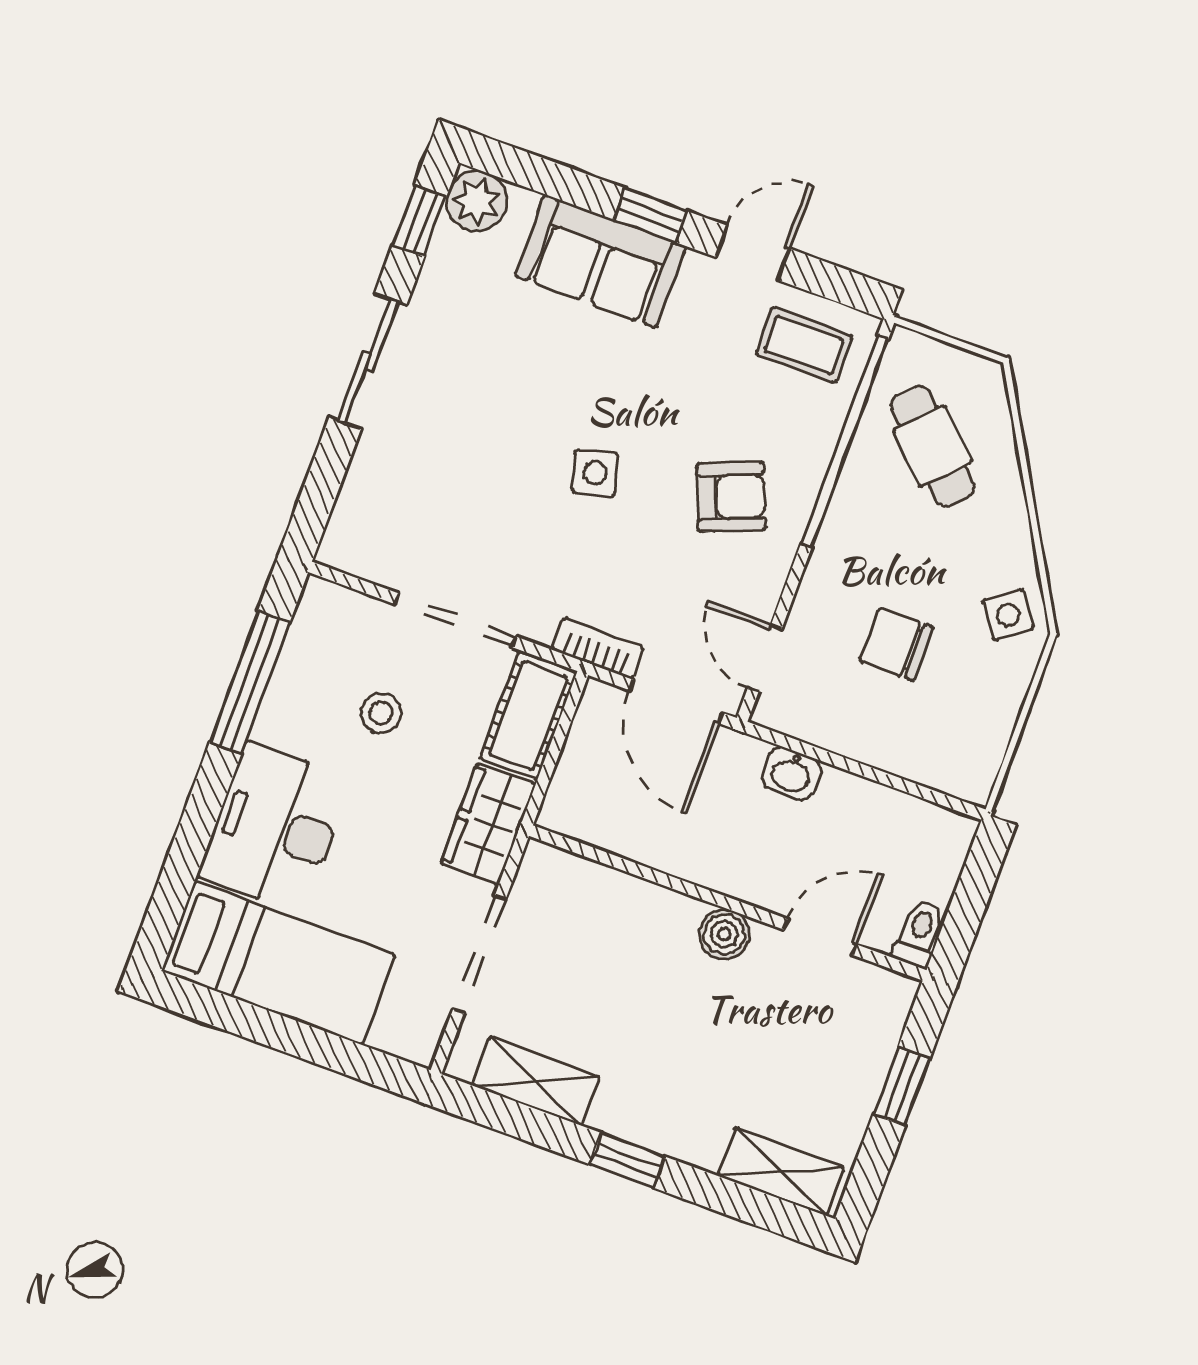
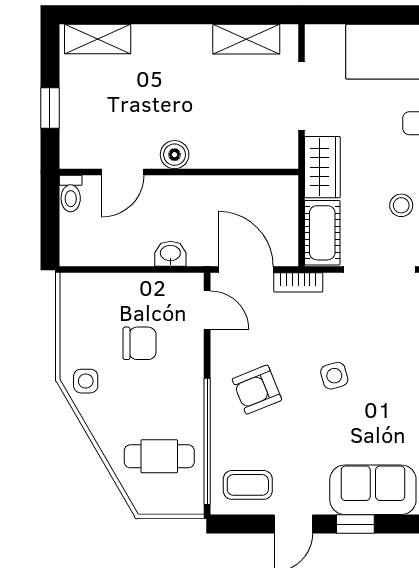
cafe table: (933, 446) -> (159, 456), turned -44
side table: (1008, 615) -> (86, 381), turned 37
window: (627, 1160) -> (182, 15), removed

